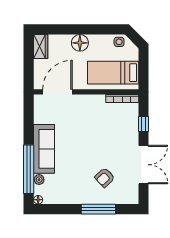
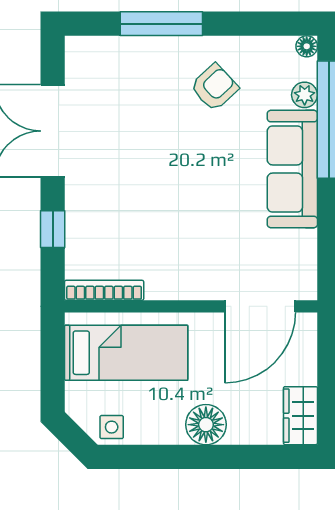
armchair: (105, 178) -> (214, 87), moved

